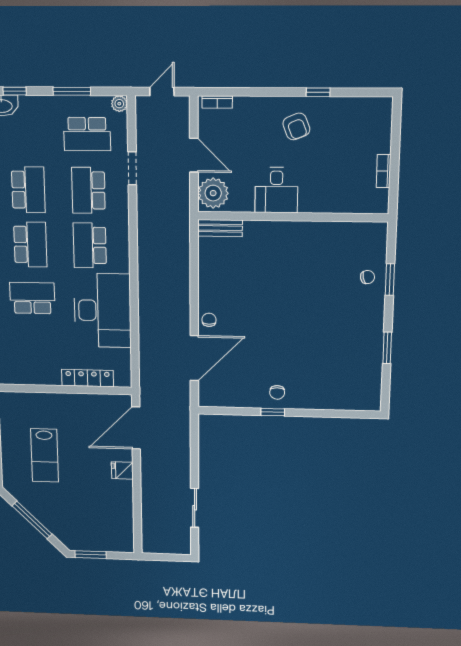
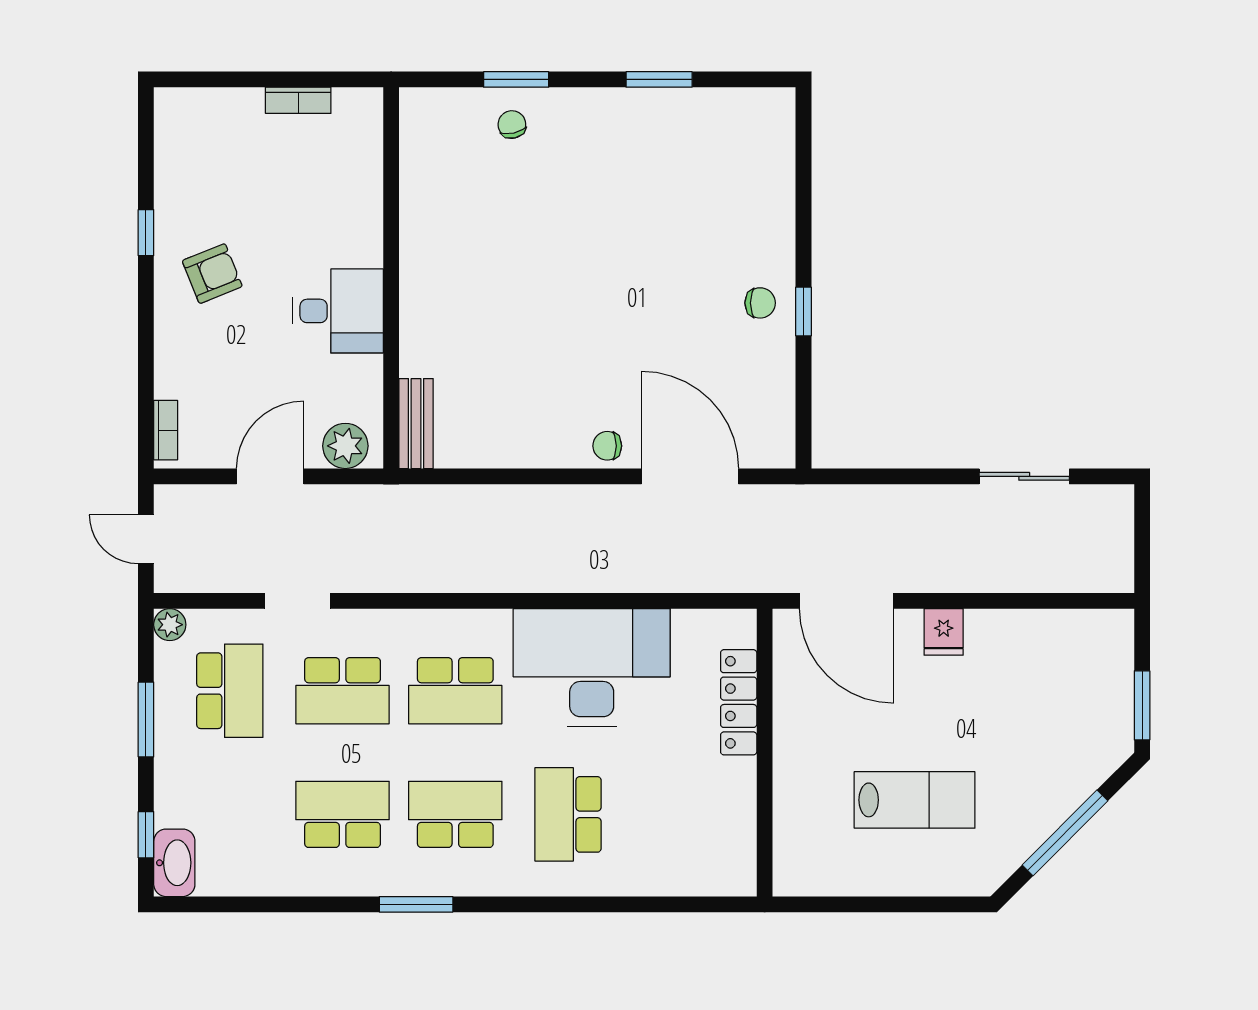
plant: (213, 193) -> (345, 446), width x0.73, depth x0.73

